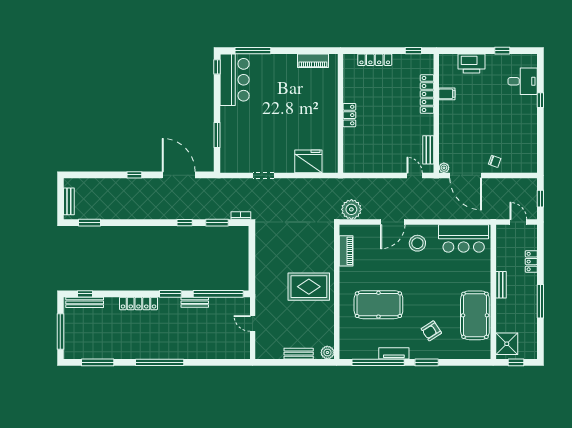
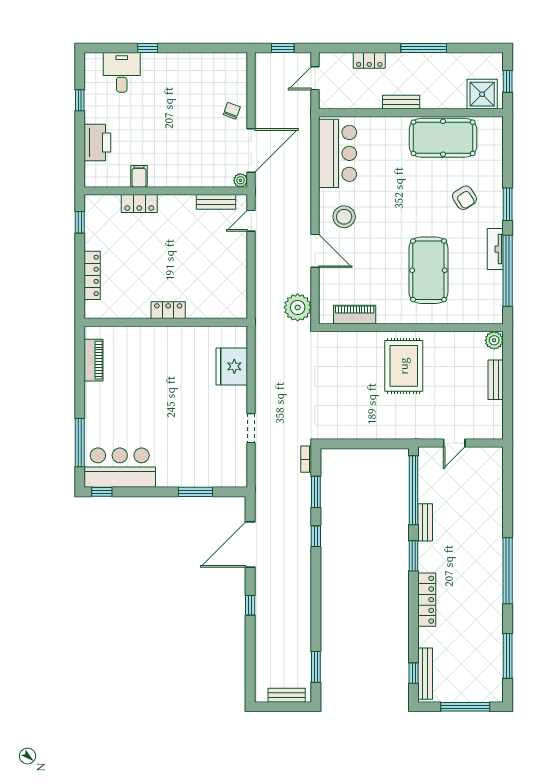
locker: (427, 94) -> (139, 204), width x0.66

